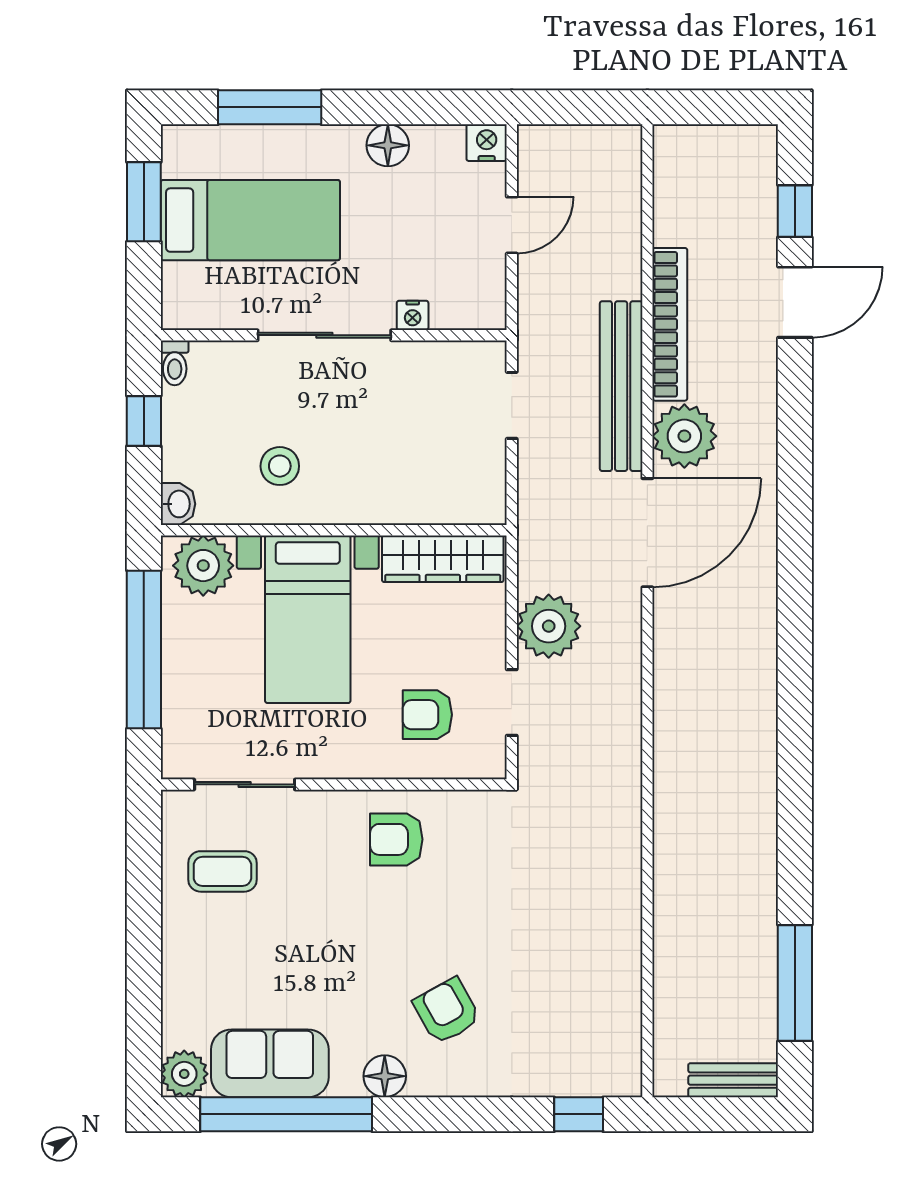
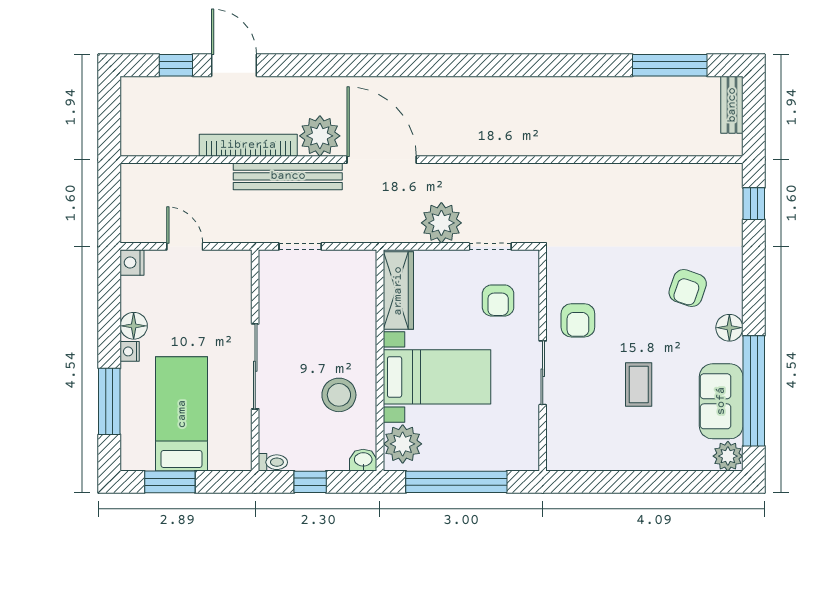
nightstand: (413, 315) -> (130, 351), moved, turned 180
stool: (280, 466) -> (339, 395), width x1.38, depth x1.38
sliding door: (245, 784) -> (543, 373), moved
coffee table: (222, 871) -> (639, 385), moved
armchair: (447, 1011) -> (688, 288), turned -42

